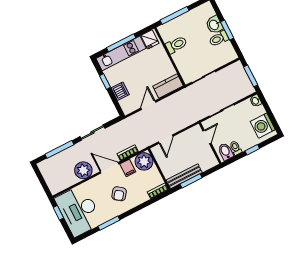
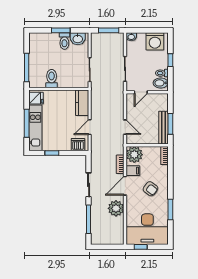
washbasin: (214, 25) -> (78, 39), moved
dishwasher: (120, 91) -> (78, 145), moved
door: (148, 105) -> (90, 127), hinge flipped
door: (207, 137) -> (141, 92), swing flipped

